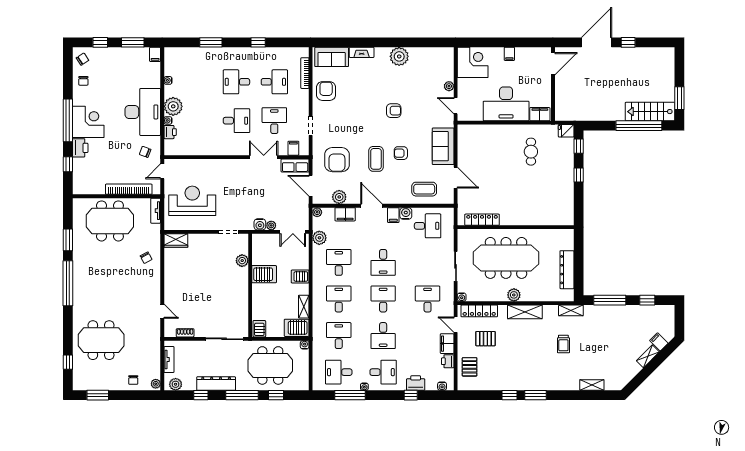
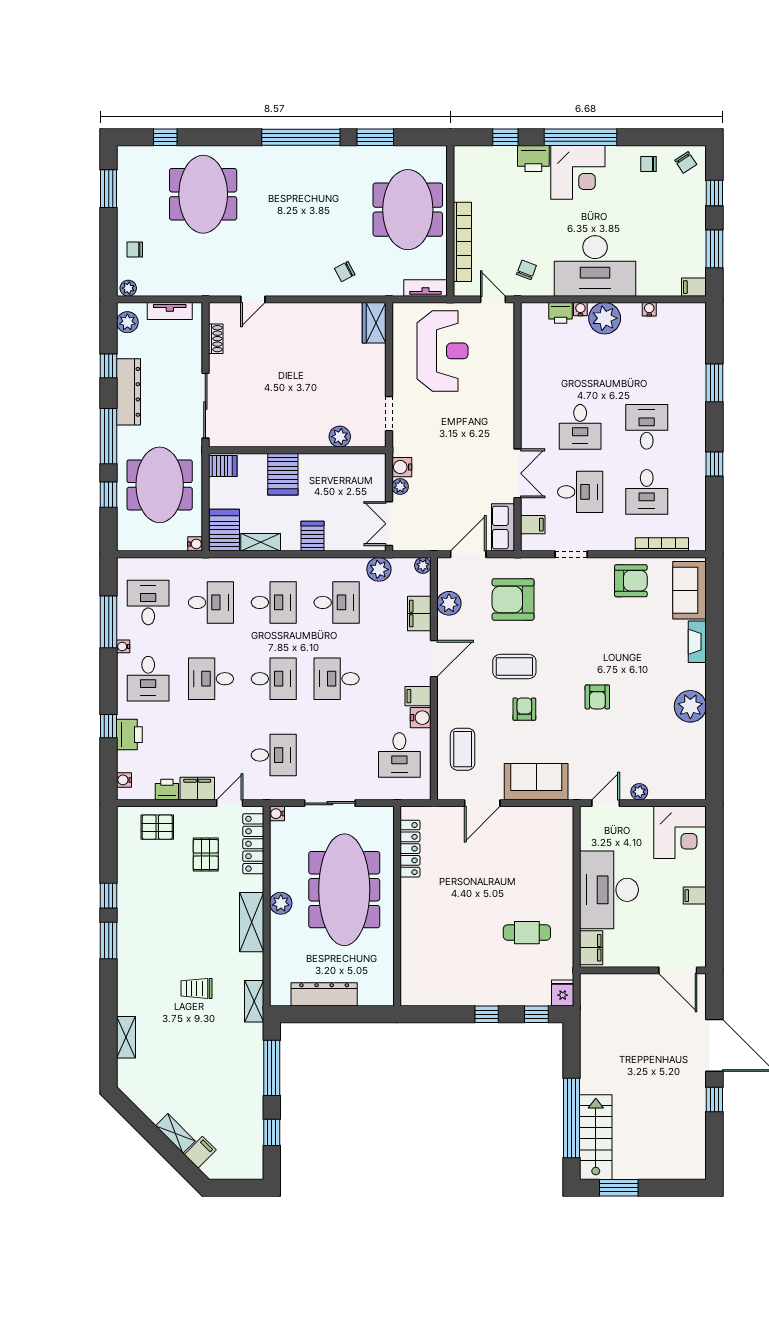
server rack: (264, 274) -> (283, 474), moved

